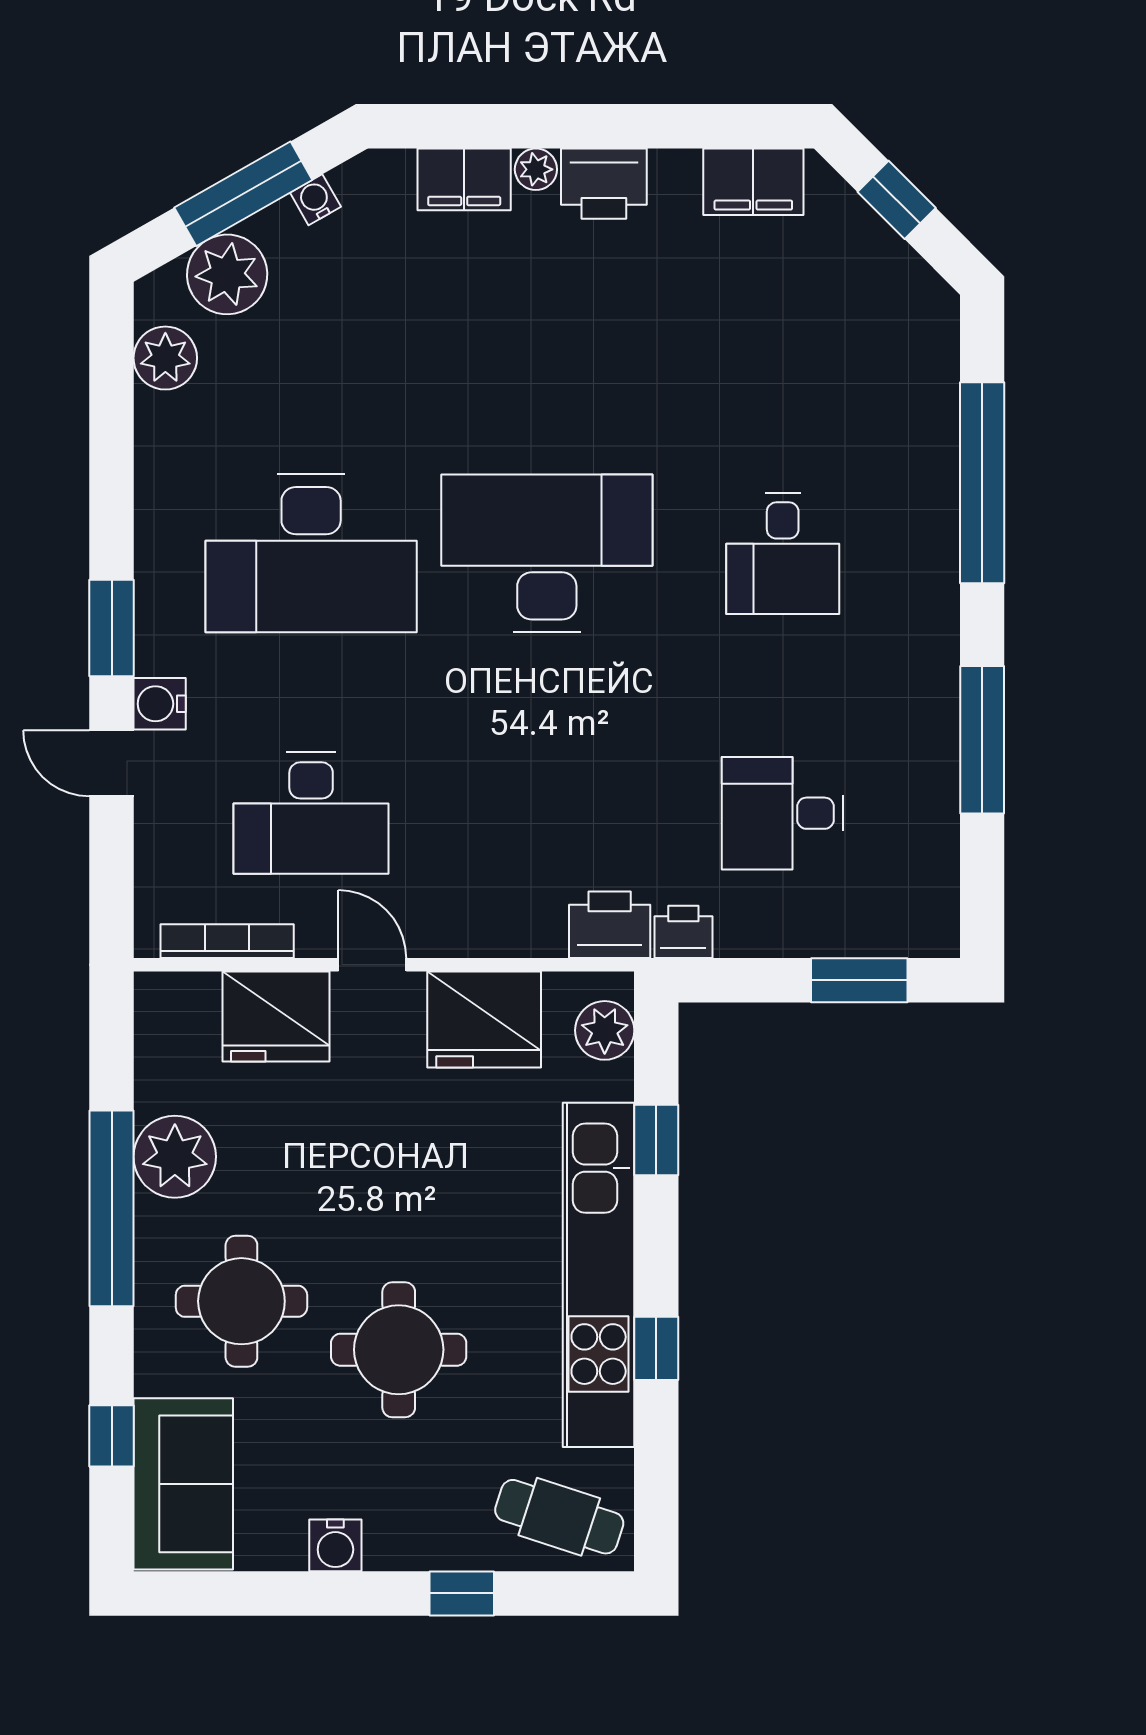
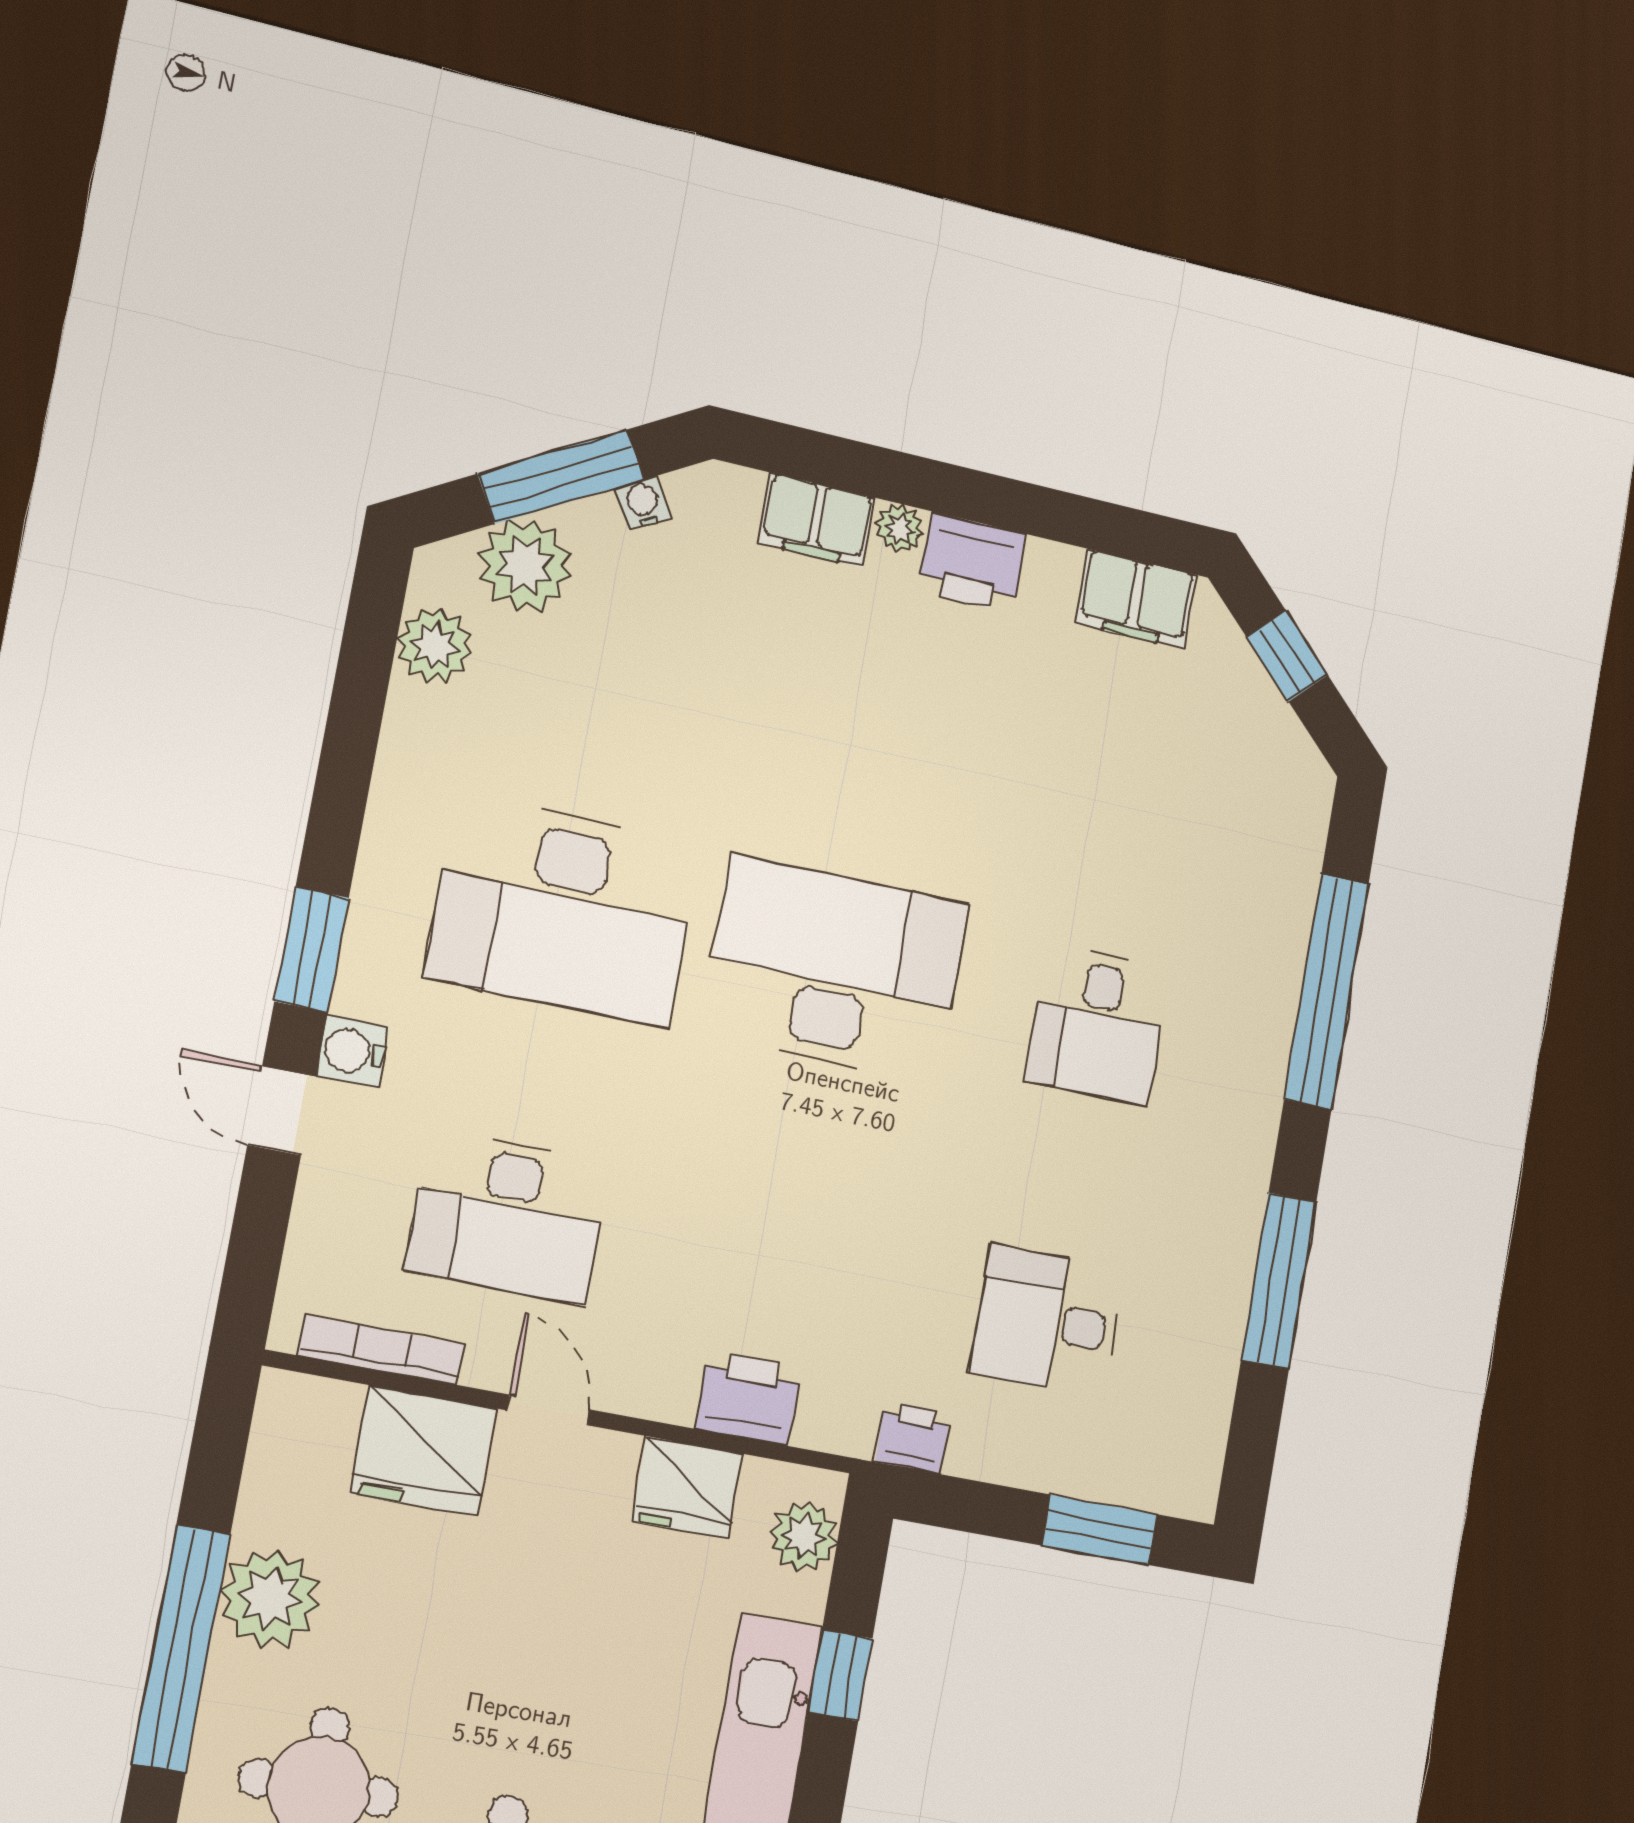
printer: (610, 925) -> (748, 1398), moved
fridge: (484, 1020) -> (687, 1487), width x0.73, depth x0.75

